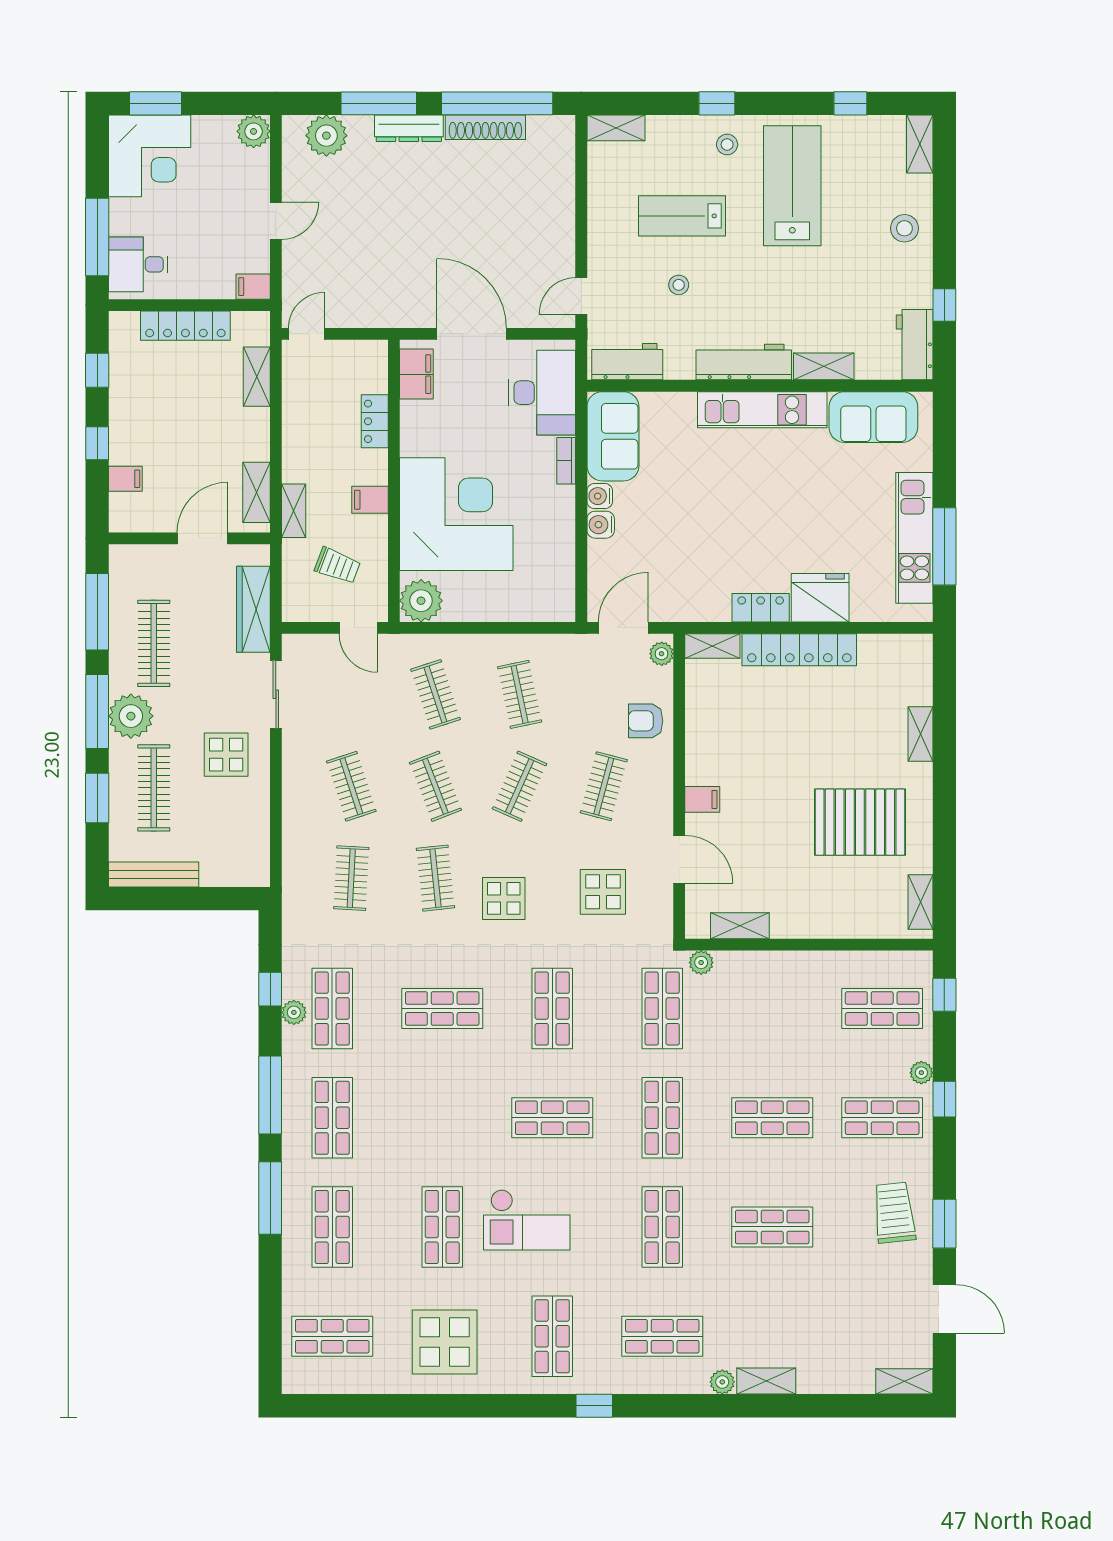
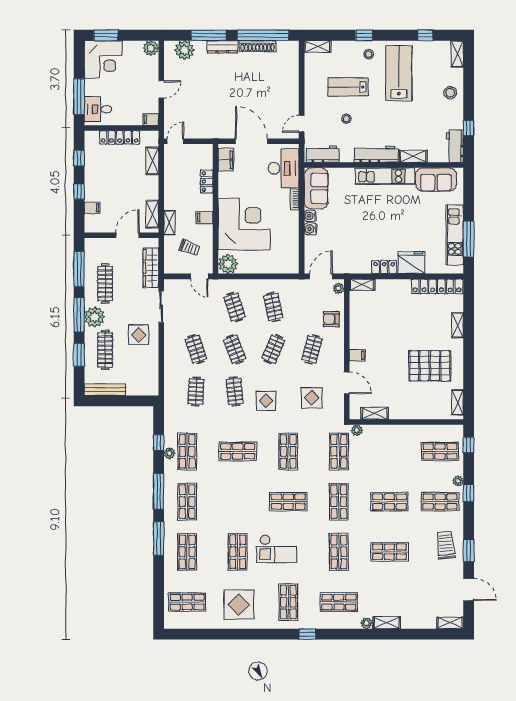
locker: (799, 650) -> (437, 286), moved

